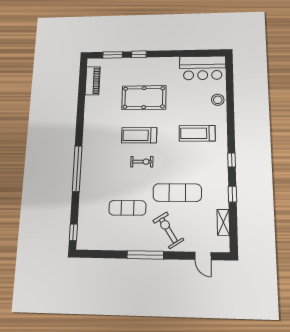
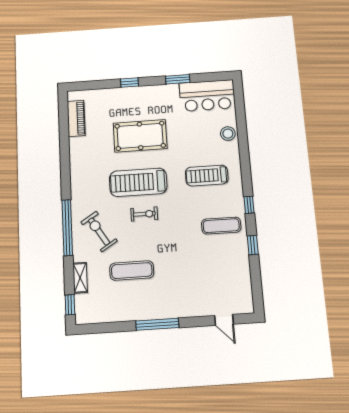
window: (113, 55) -> (178, 79), moved
treadmill: (139, 135) -> (138, 182), width x1.37, depth x1.38
exercise mat: (177, 193) -> (221, 226), moved, width x0.73, depth x0.69
shelving: (223, 222) -> (80, 278), moved
exercise bike: (168, 230) -> (99, 231), moved

